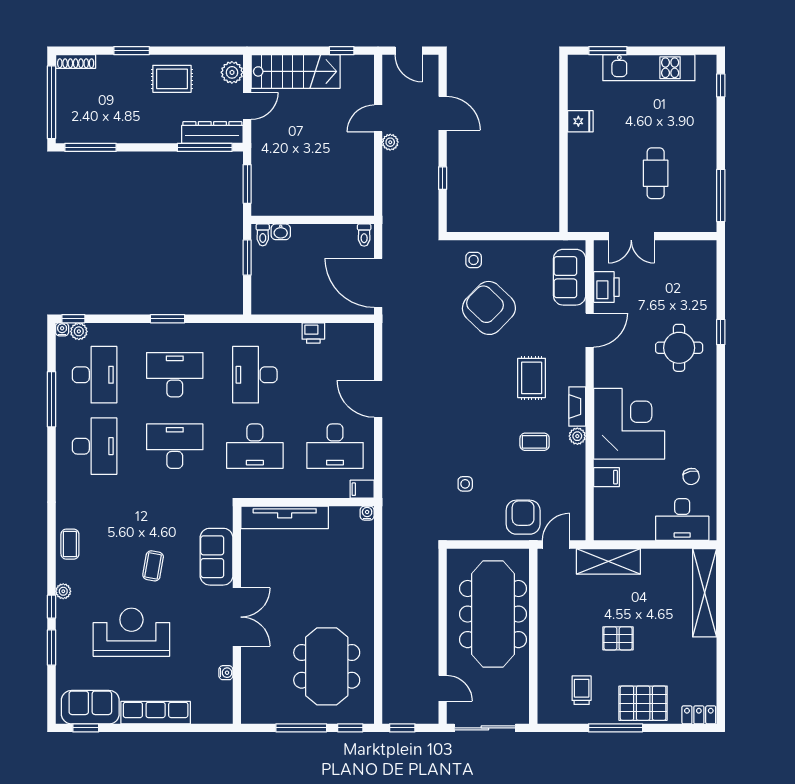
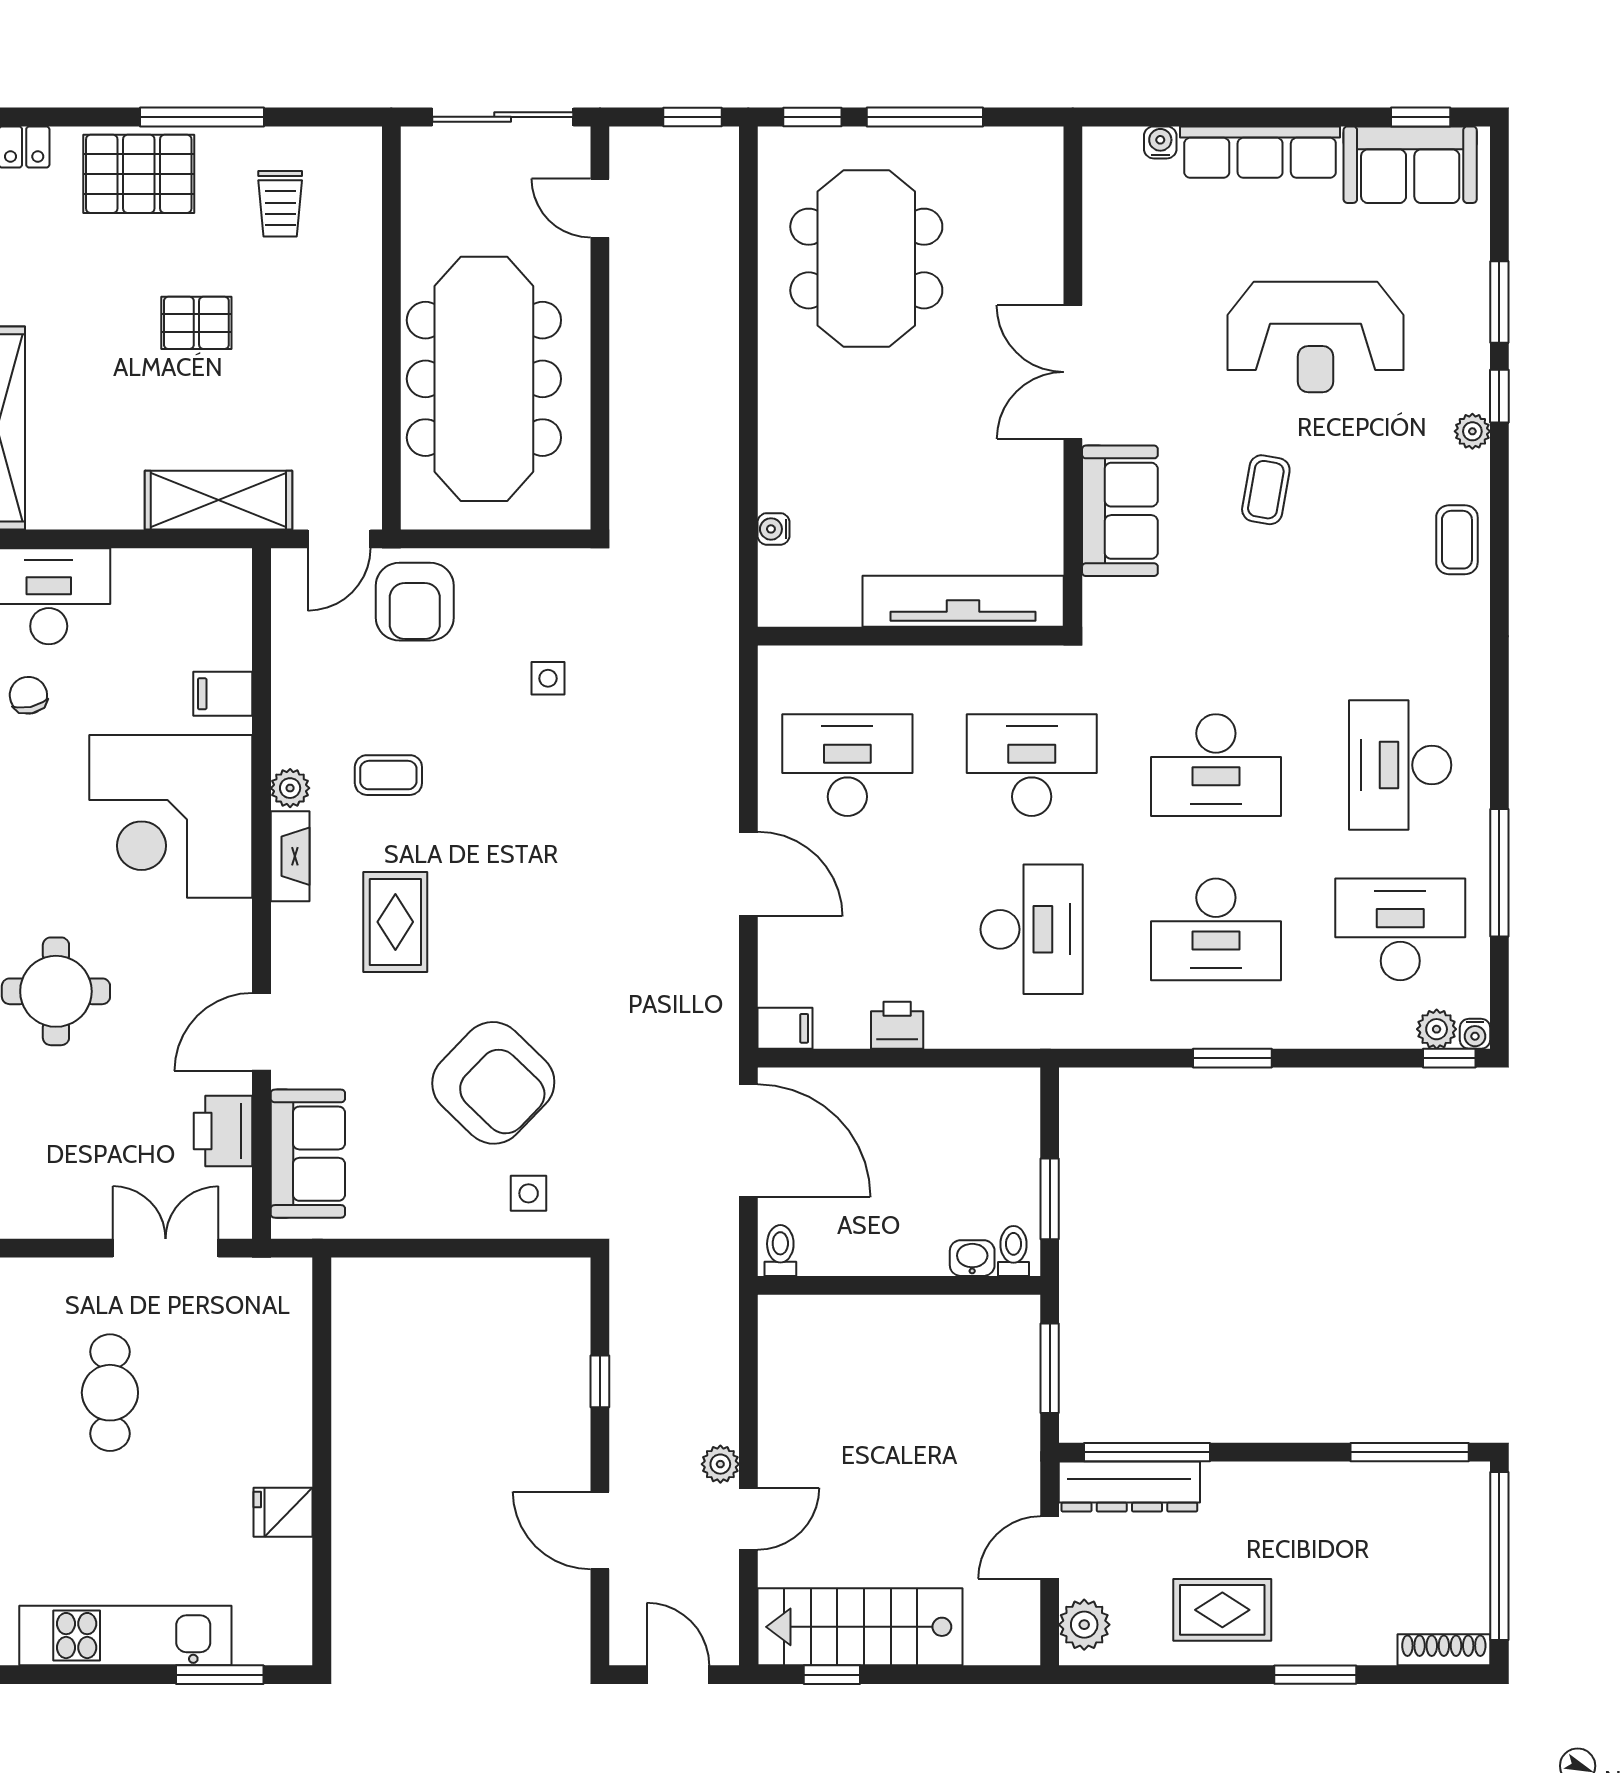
stairs: (296, 71) -> (860, 1627), moved
desk: (95, 375) -> (1400, 929), turned 90
filing cabinet: (362, 489) -> (785, 1028), moved
water cooler: (367, 513) -> (773, 529), moved, turned 90
water cooler: (226, 673) -> (1160, 142), moved, turned 90

